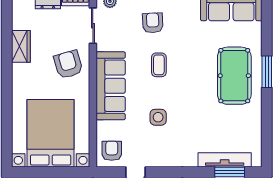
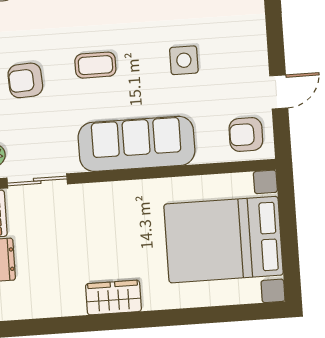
wardrobe: (21, 46) -> (113, 298), moved
armchair: (68, 64) -> (105, 218), removed

